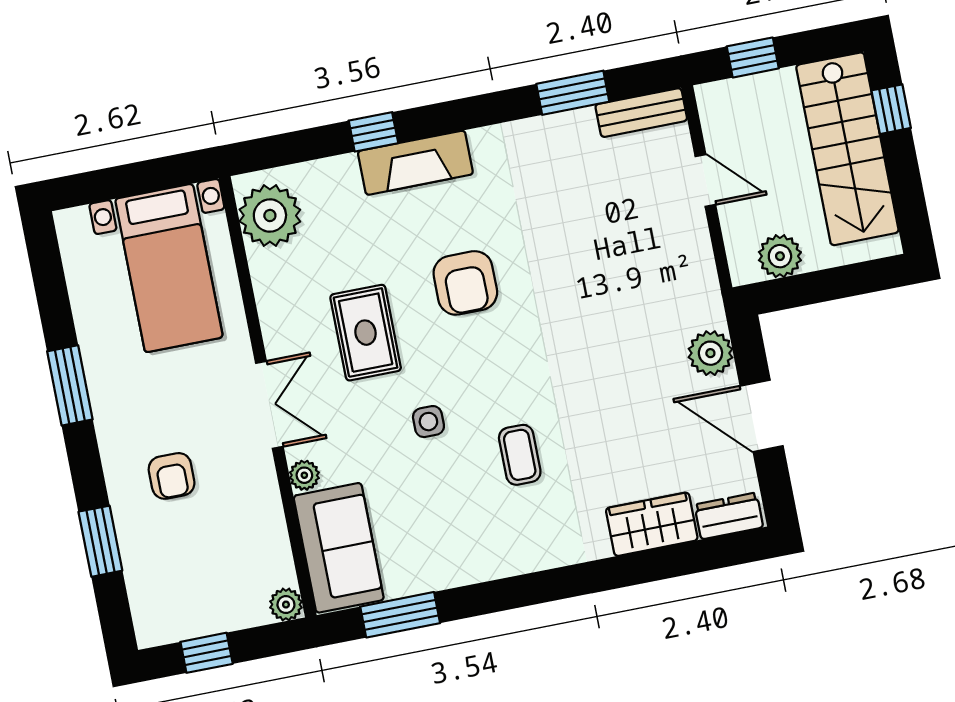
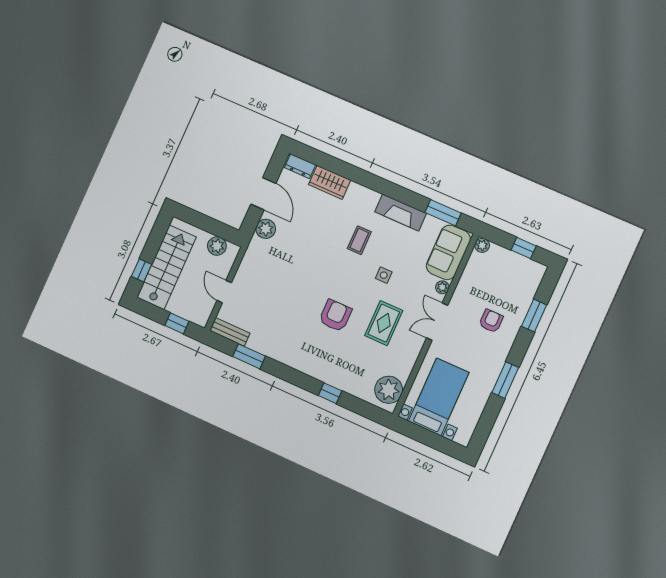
fireplace: (415, 163) -> (401, 213), moved, turned 180

